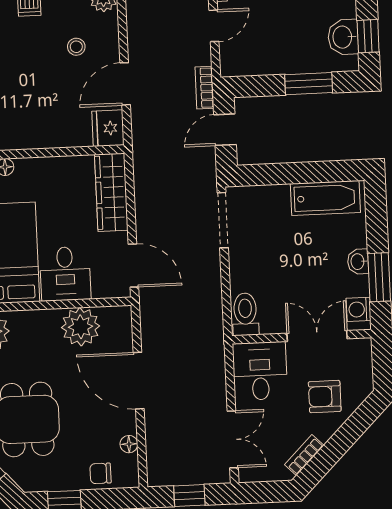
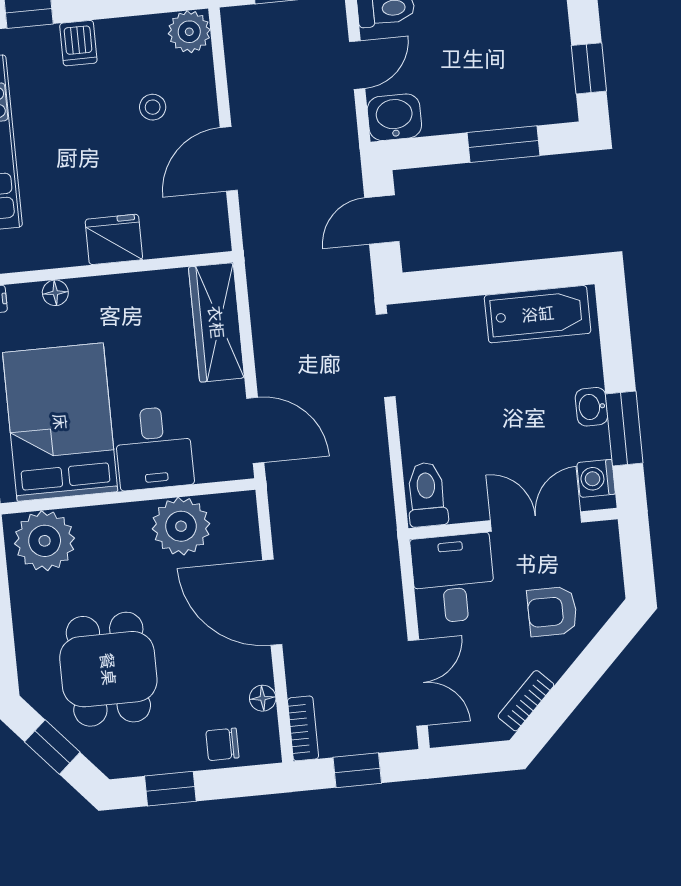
washbasin: (343, 37) -> (394, 117), moved, turned 90
bookcase: (204, 88) -> (303, 728), moved, turned 180
fridge: (108, 128) -> (114, 239), moved, turned 90

